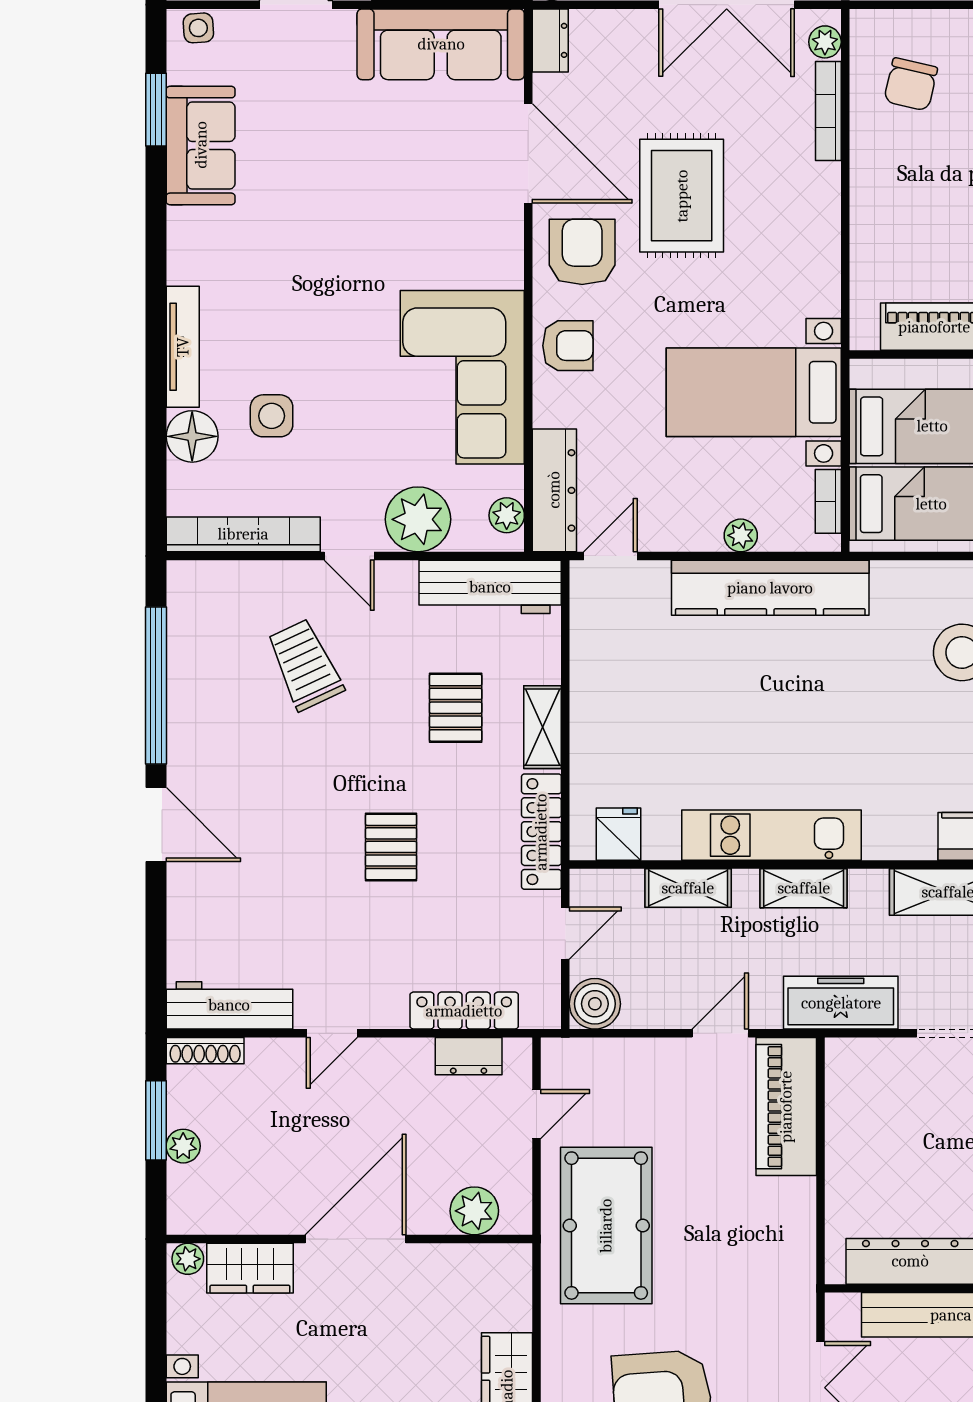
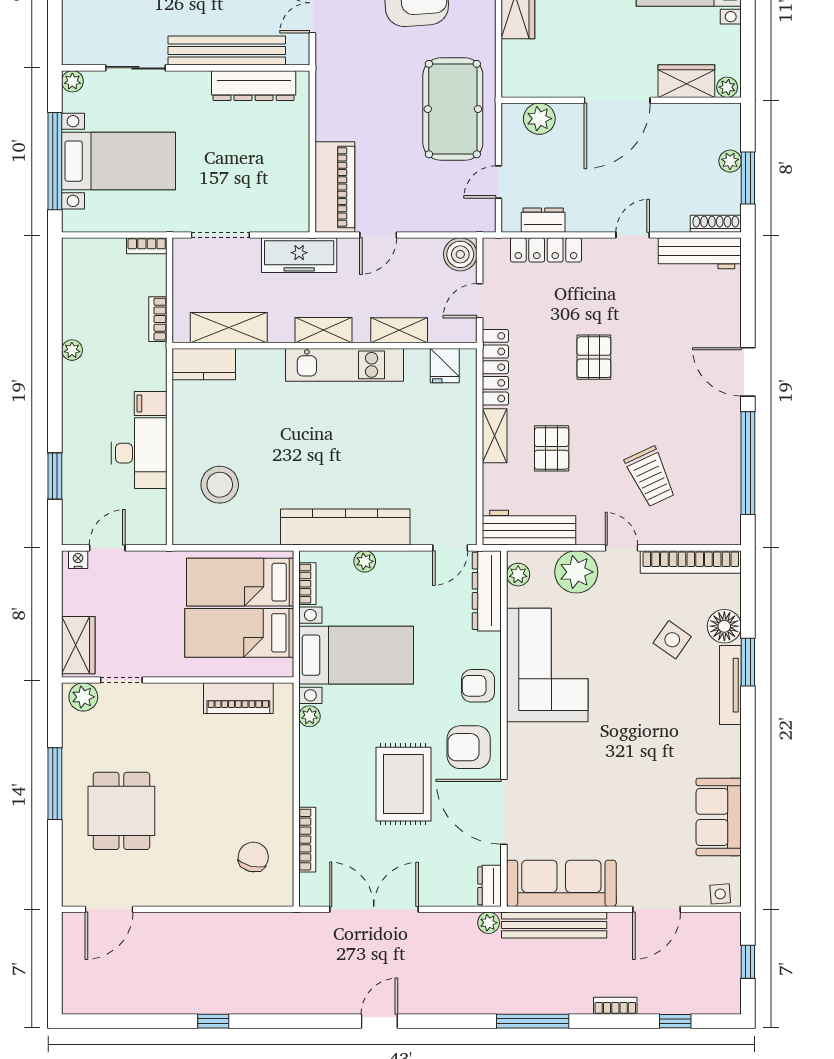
plant: (825, 42) -> (310, 716), moved
window: (156, 110) -> (748, 662), moved
armchair: (582, 252) -> (469, 747), turned 90
side table: (272, 416) -> (672, 640), turned 35

